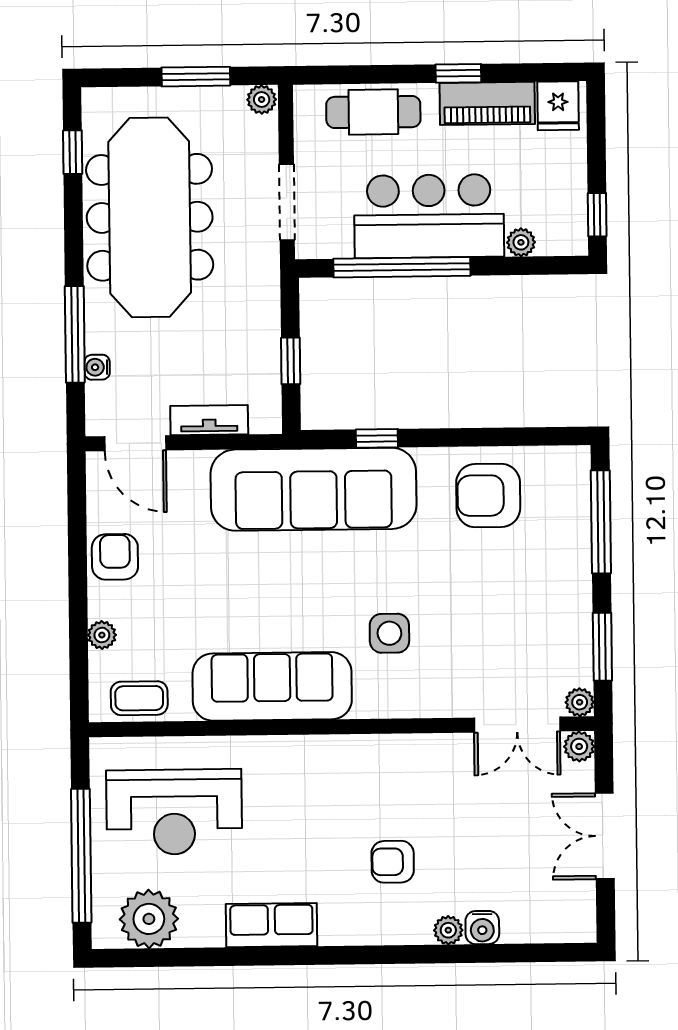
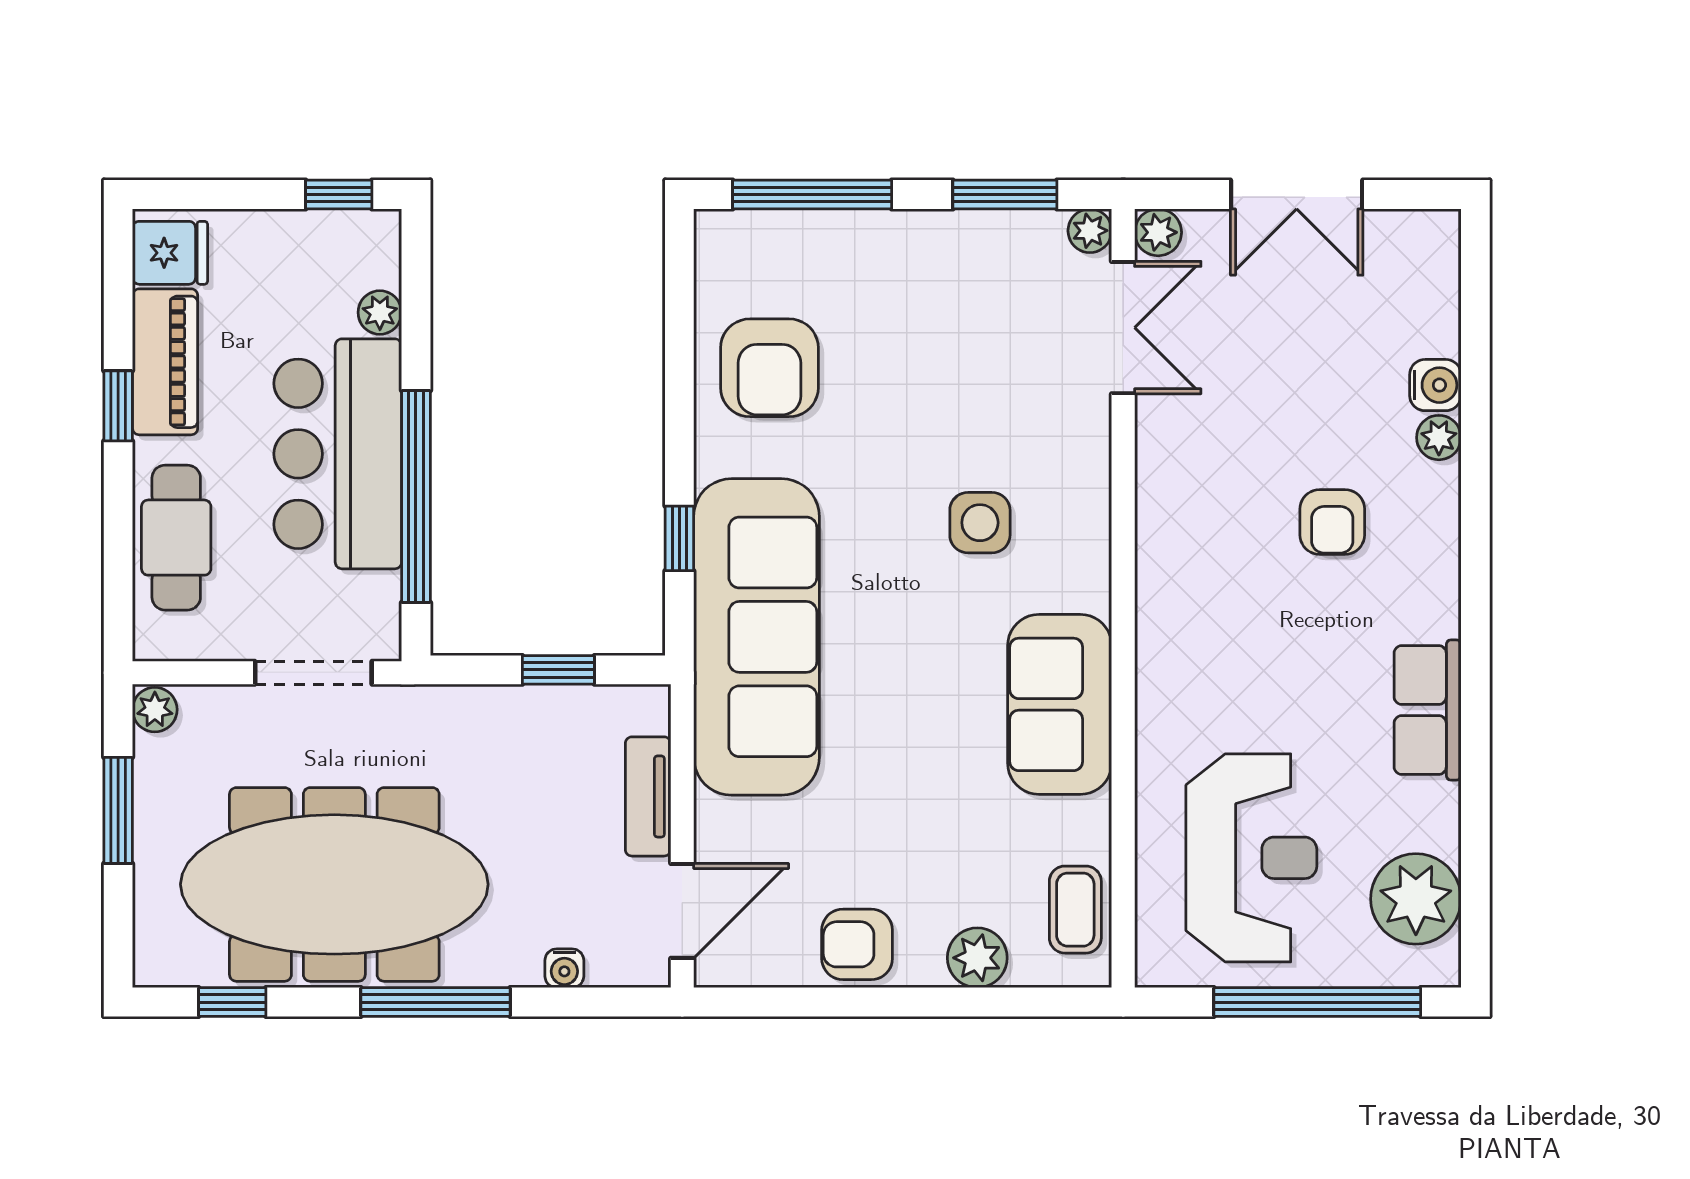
window: (75, 334) -> (436, 1002), moved
plant: (102, 635) -> (977, 958), width x1.38, depth x1.38
sofa: (272, 686) -> (1060, 704), width x0.73

